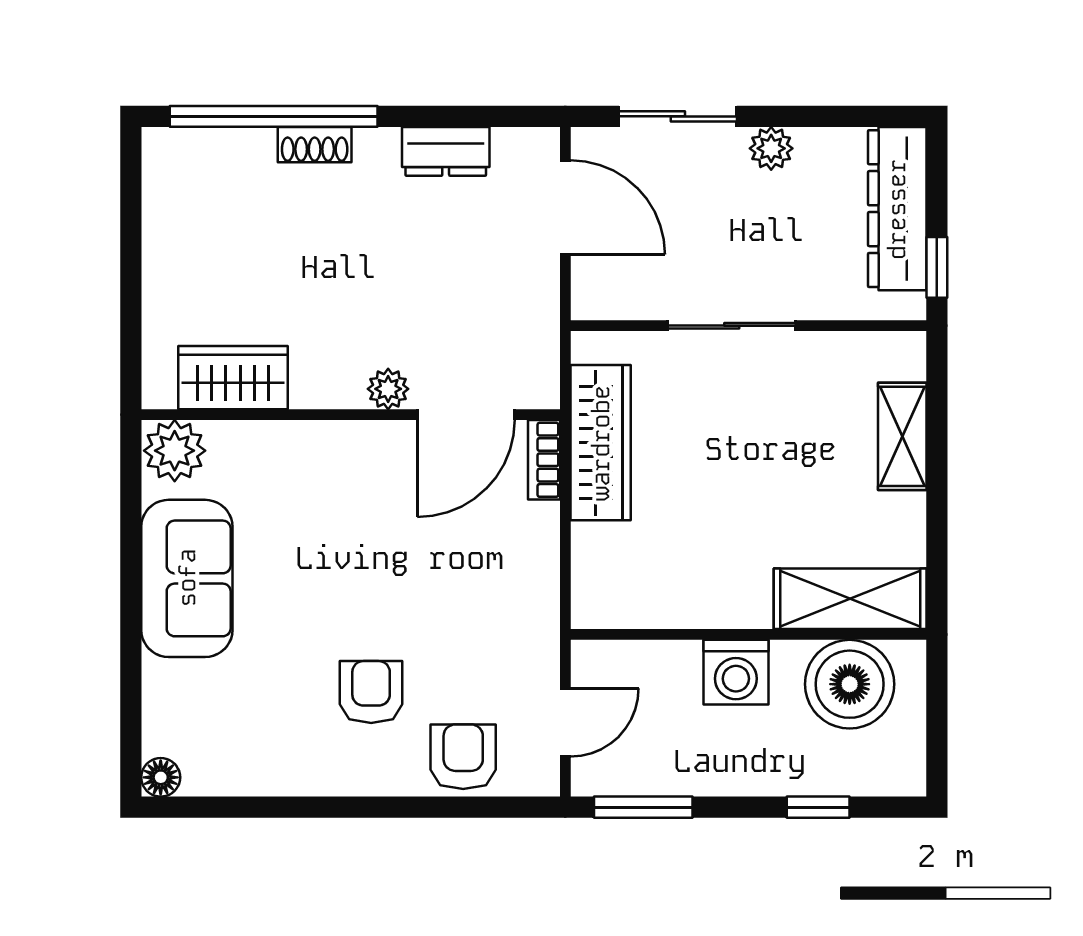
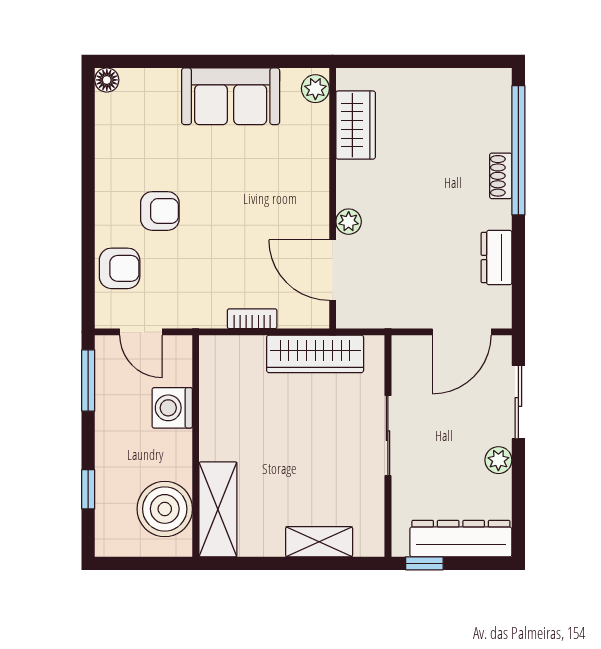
plant: (175, 451) -> (315, 89), width x0.73, depth x0.73
bookcase: (544, 460) -> (252, 319), moved
washing machine: (736, 672) -> (172, 408), moved

